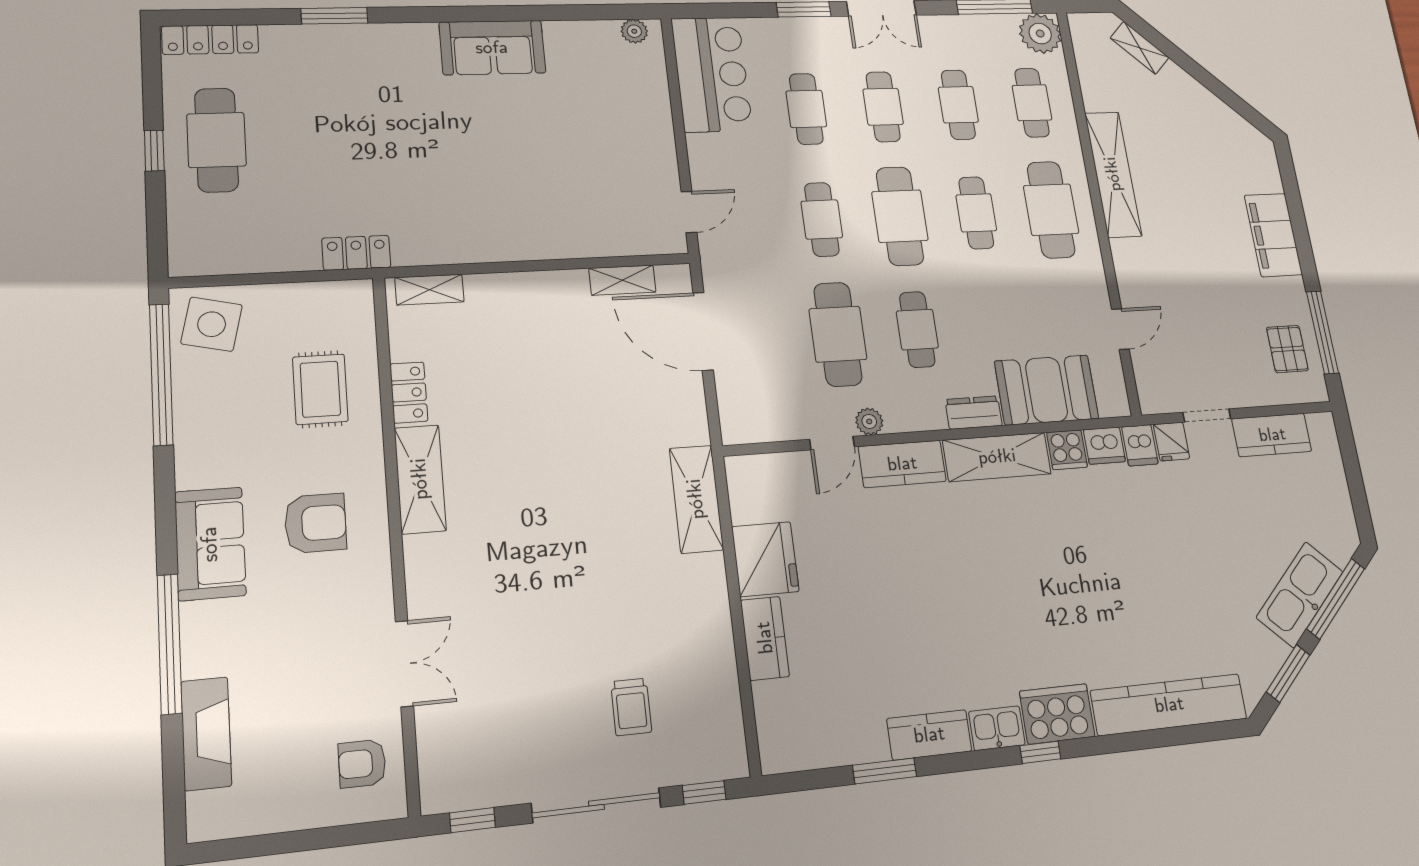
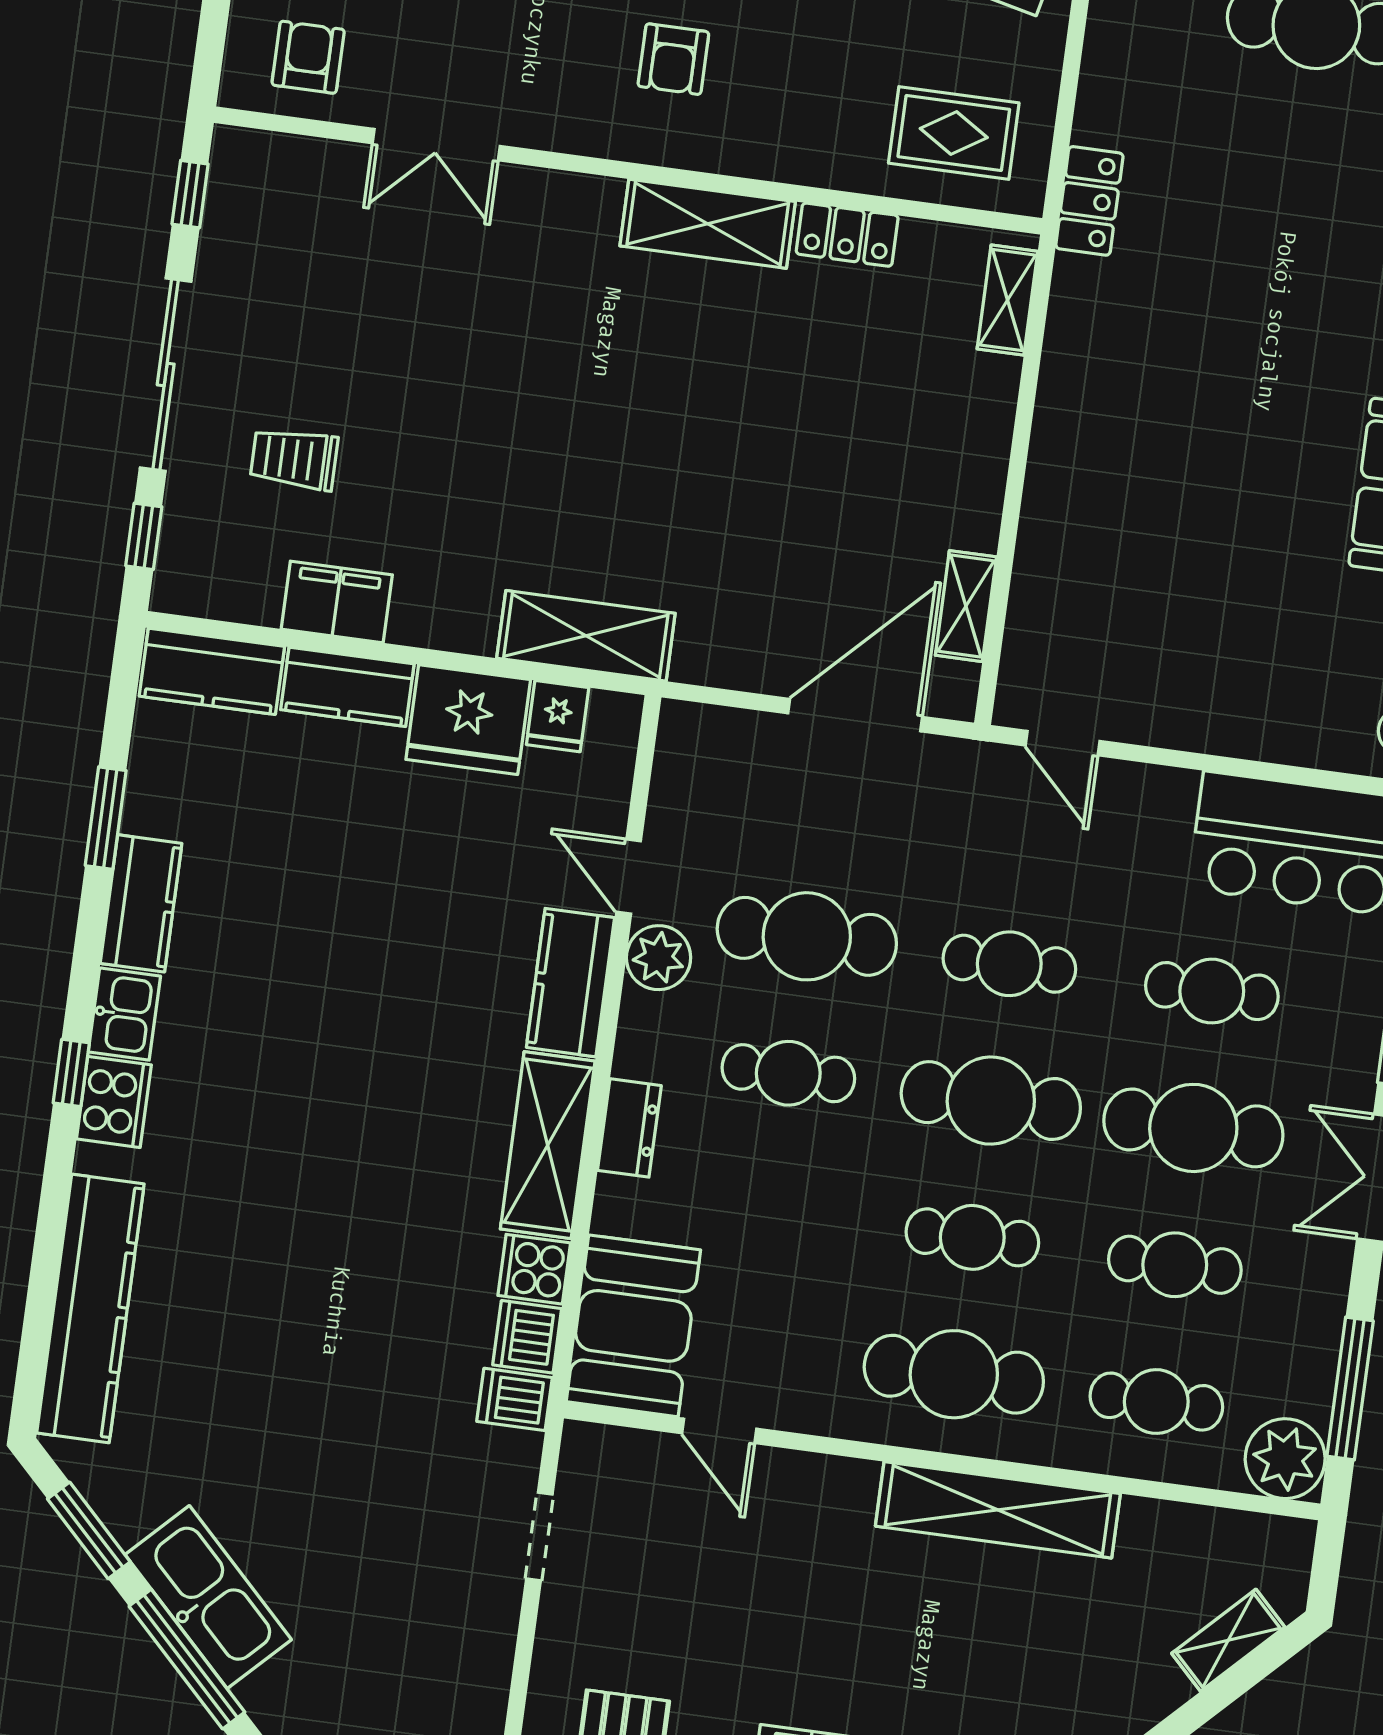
cafe table: (883, 107) -> (1193, 1128), width x1.37, depth x1.35
rug: (320, 389) -> (954, 133), moved
booth: (1046, 390) -> (633, 1326), moved
plant: (869, 421) -> (659, 958), width x1.38, depth x1.38
kitchen counter: (1272, 435) -> (212, 671), moved, turned -90
fridge: (1171, 442) -> (558, 716), moved, turned -90
armchair: (315, 523) -> (673, 59), width x0.72, depth x0.72
filing cabinet: (714, 658) -> (337, 602), added
cooker: (1057, 714) -> (114, 1102), width x0.73, depth x0.76

